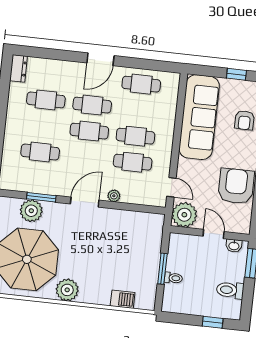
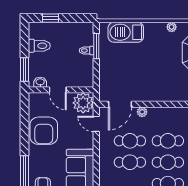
cafe table: (86, 157) -> (168, 141), added
door: (85, 202) -> (120, 104), moved
window: (162, 269) -> (96, 46), moved
plant: (67, 290) -> (172, 27), width x0.53, depth x0.53
barbecue: (123, 299) -> (126, 32), width x1.88, depth x1.53

